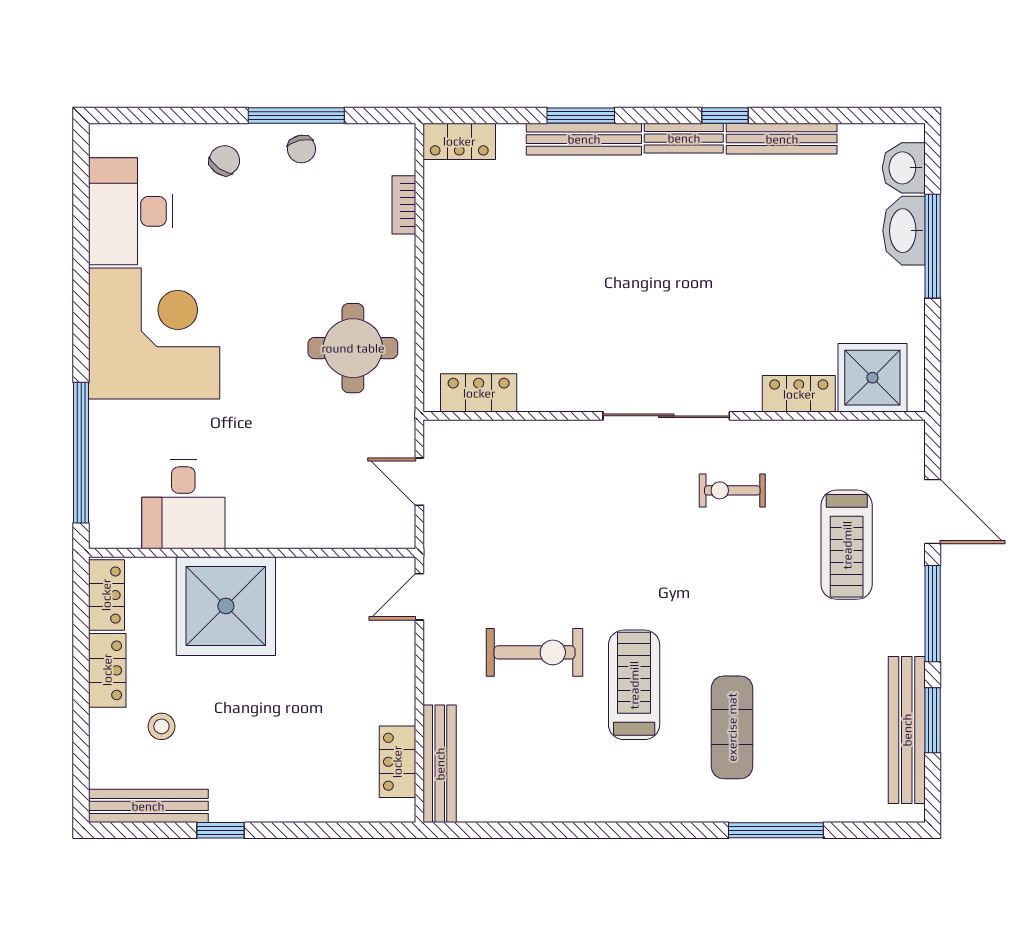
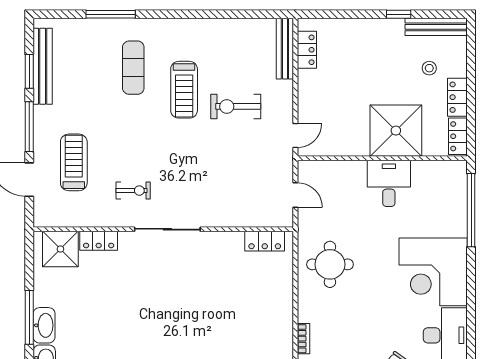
desk: (183, 504) -> (389, 183), moved

